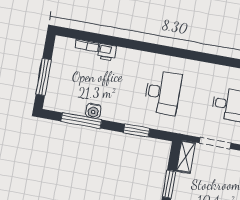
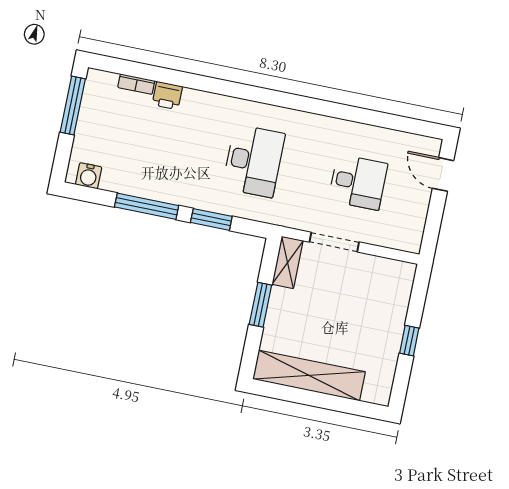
window: (44, 77) -> (73, 106), moved
water cooler: (93, 111) -> (89, 176), moved
window: (81, 121) -> (147, 206), moved

